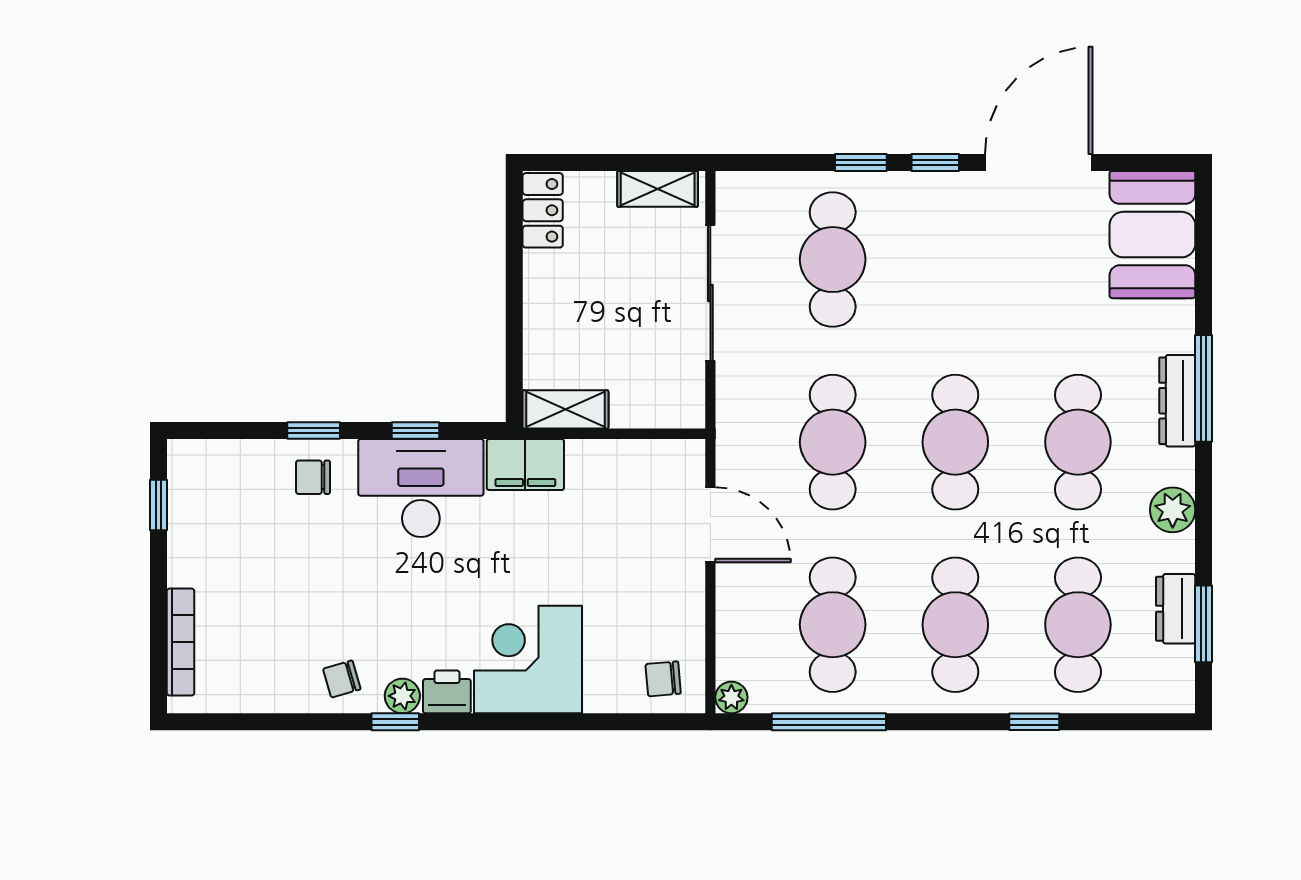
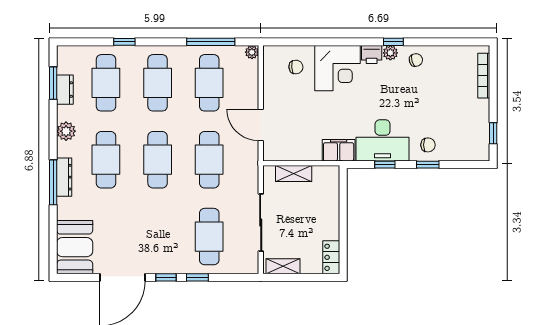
shelving: (566, 409) -> (294, 173), moved
chair: (663, 679) -> (296, 67), moved

